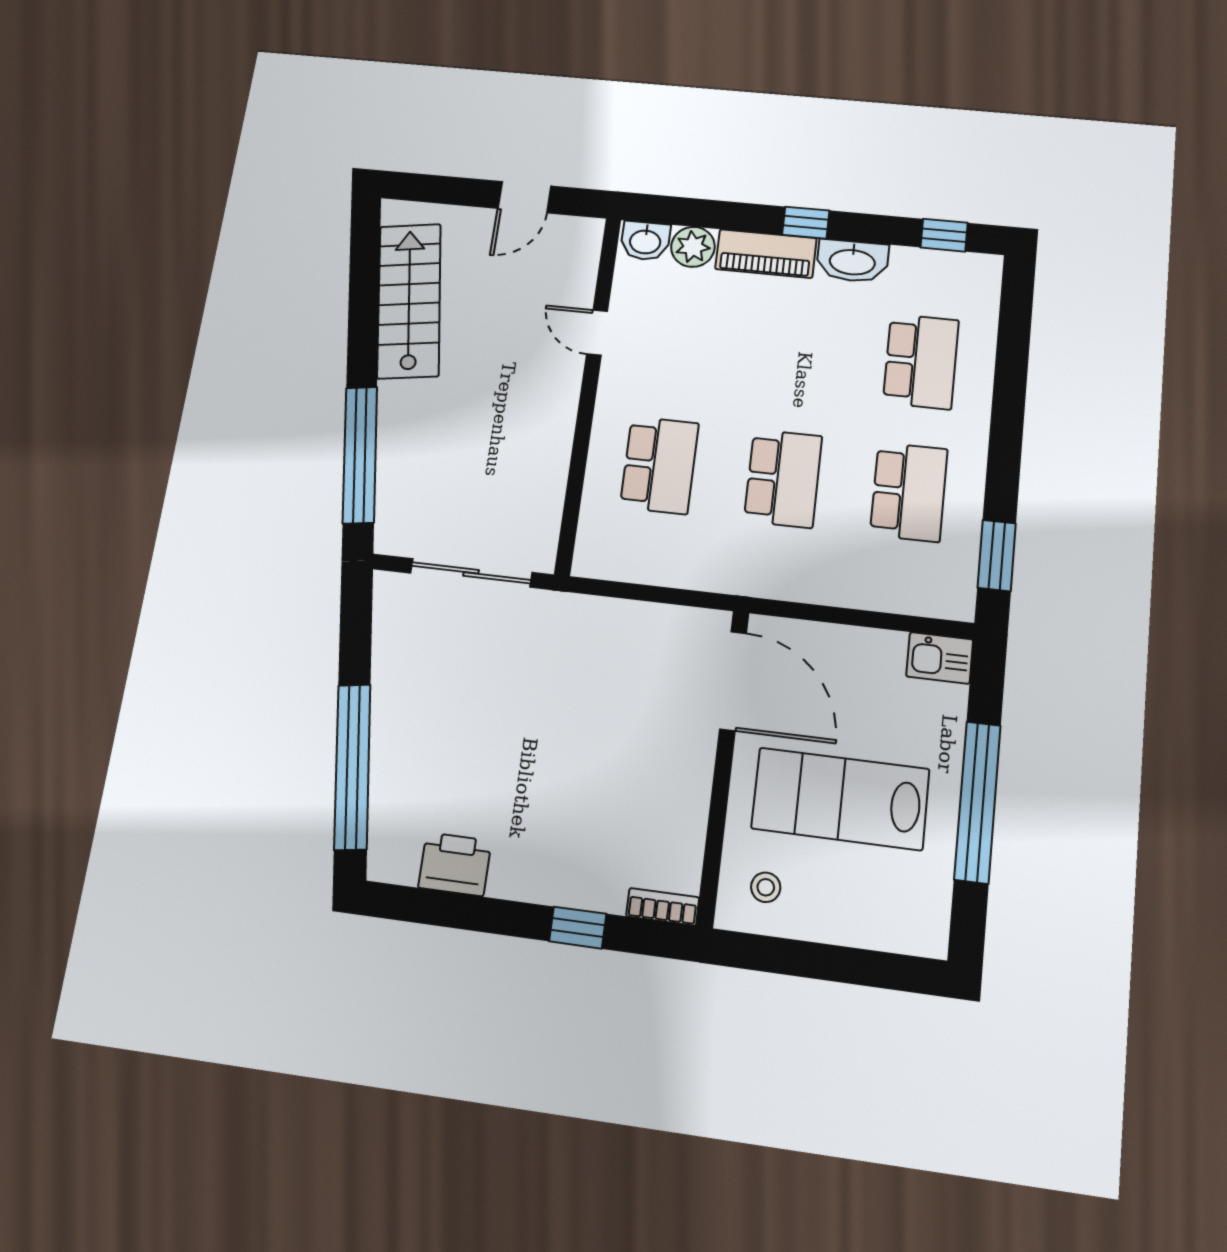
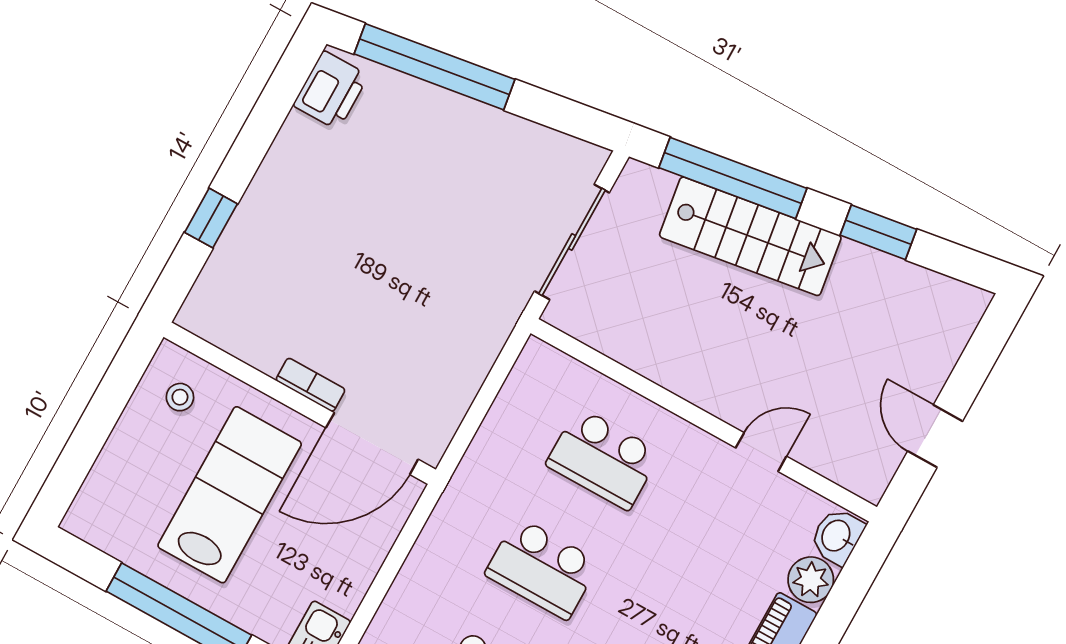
stairs: (409, 301) -> (750, 236), moved
window: (363, 314) -> (878, 232), added
printer: (455, 864) -> (331, 90), moved
bookcase: (663, 907) -> (310, 385), moved, turned -90

